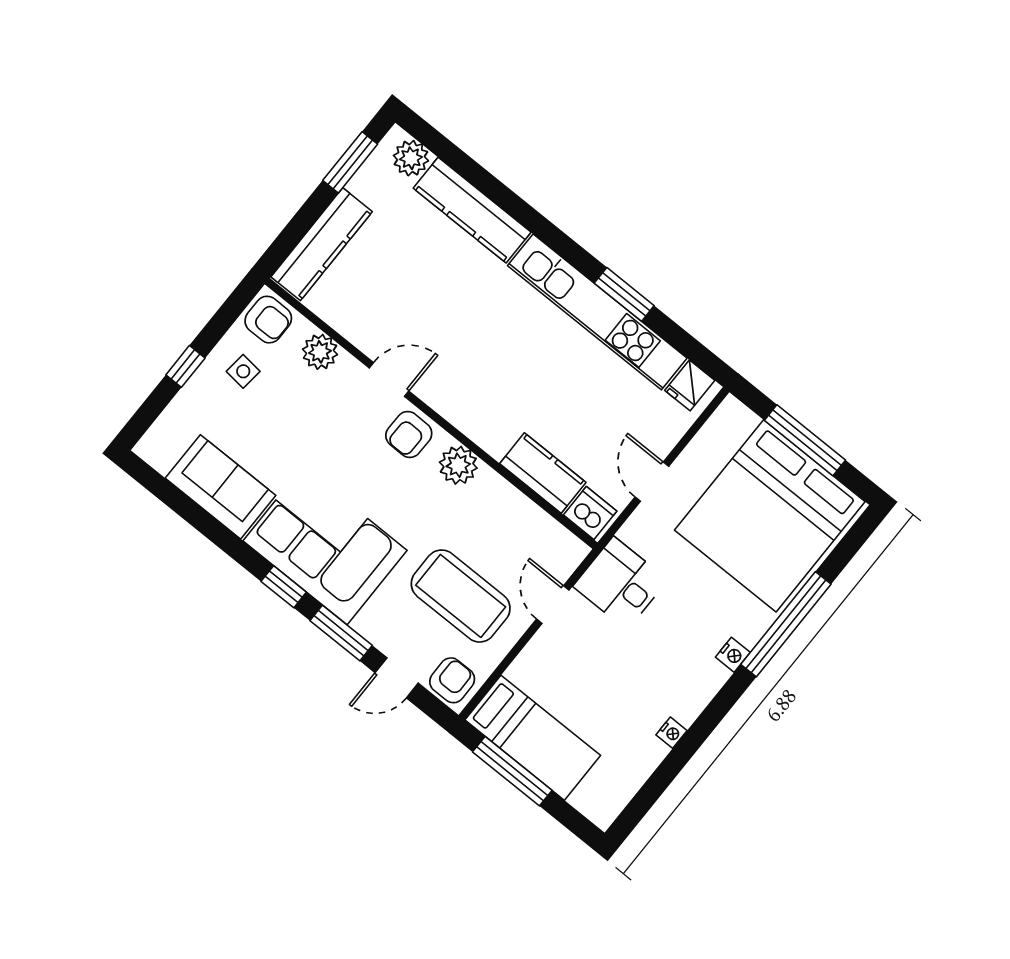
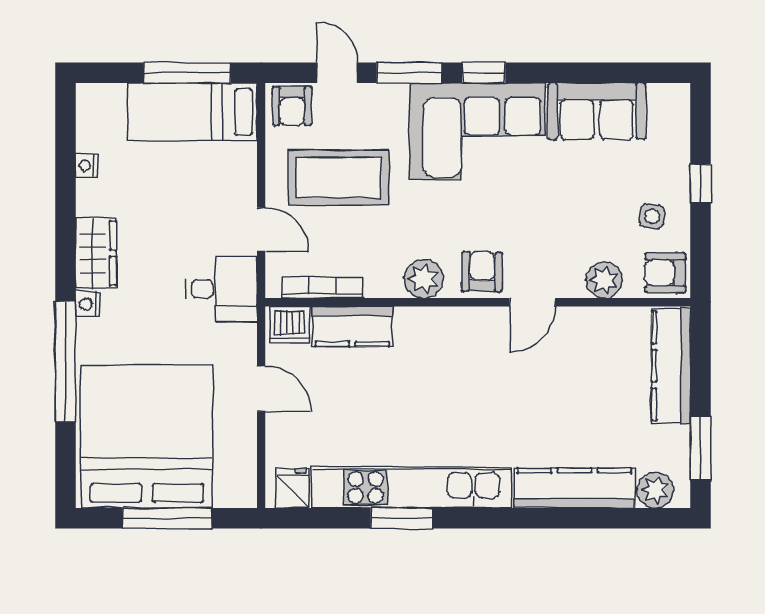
bookcase: (542, 521) -> (323, 288), added
door: (397, 678) -> (337, 73), hinge flipped
wardrobe: (695, 689) -> (96, 253), added
nightstand: (671, 733) -> (87, 165), moved

